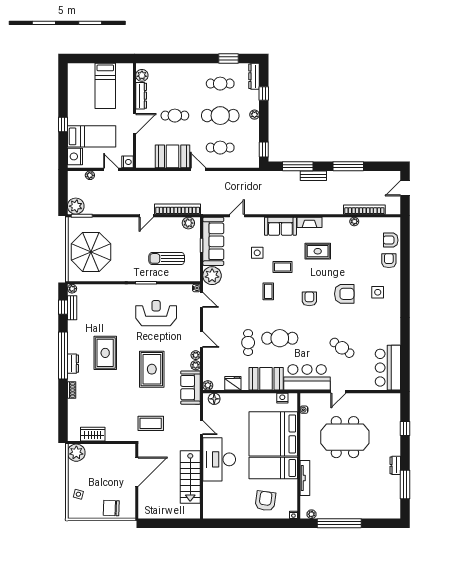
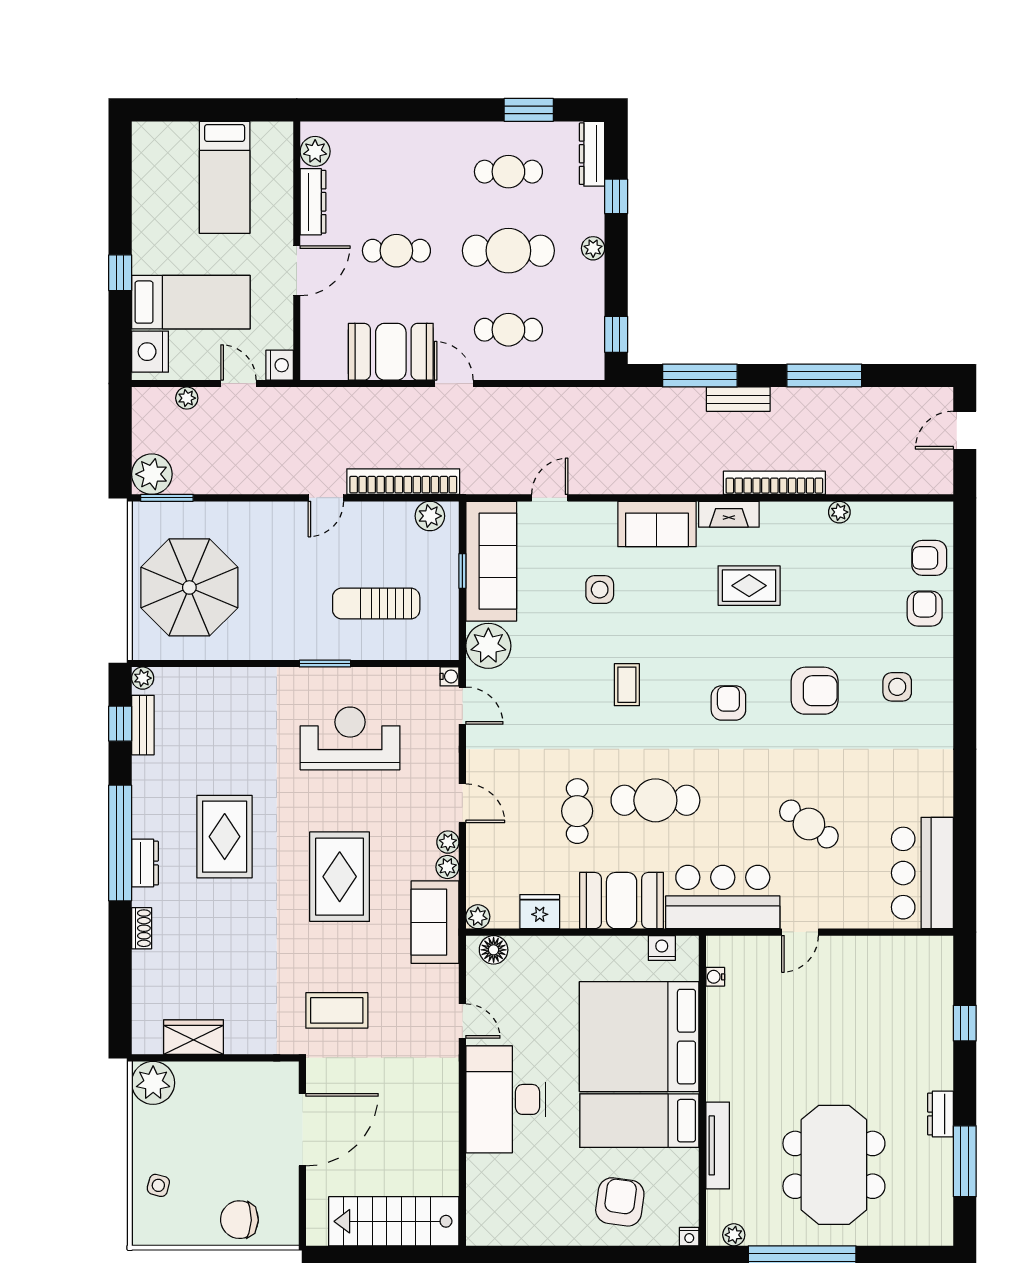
bookcase: (364, 210) -> (774, 483), moved
coffee table: (283, 267) -> (662, 624), removed
meeting table: (345, 437) -> (834, 1165), moved, turned 90
stairs: (190, 477) -> (394, 1221), moved, turned 90

